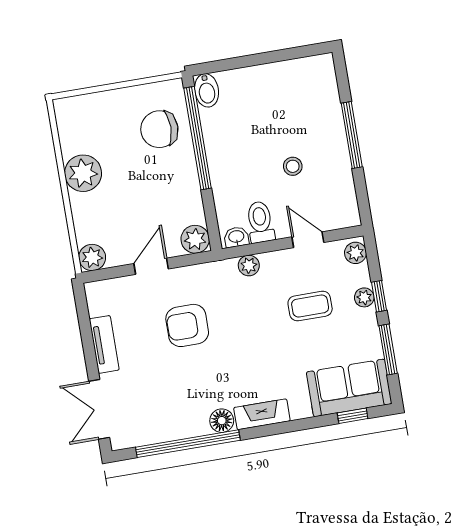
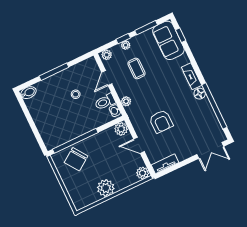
bidet: (207, 90) -> (28, 93), moved
chair: (159, 129) -> (76, 159), turned 55
tv unit: (104, 344) -> (165, 164), moved

